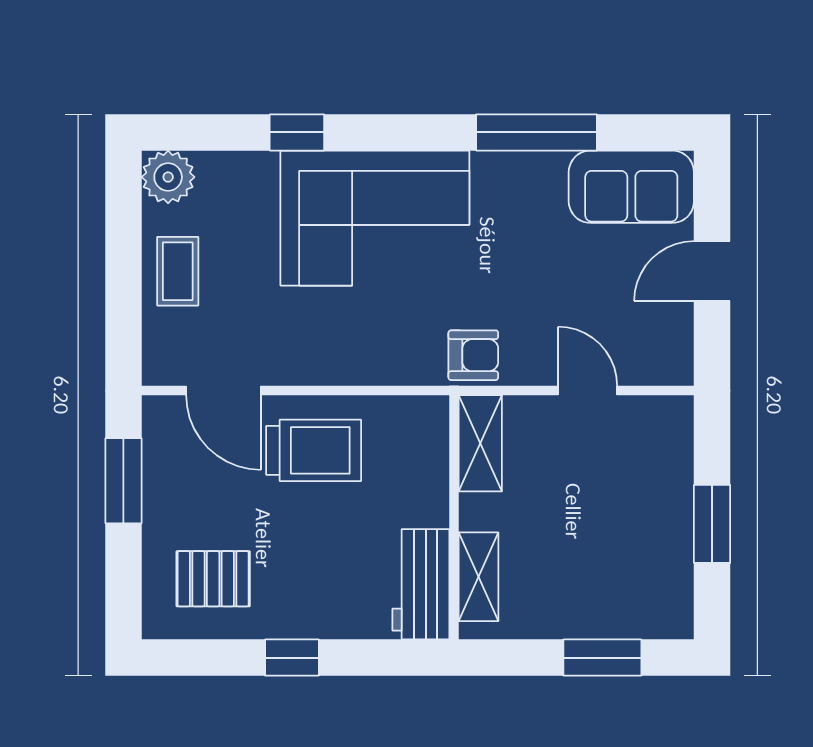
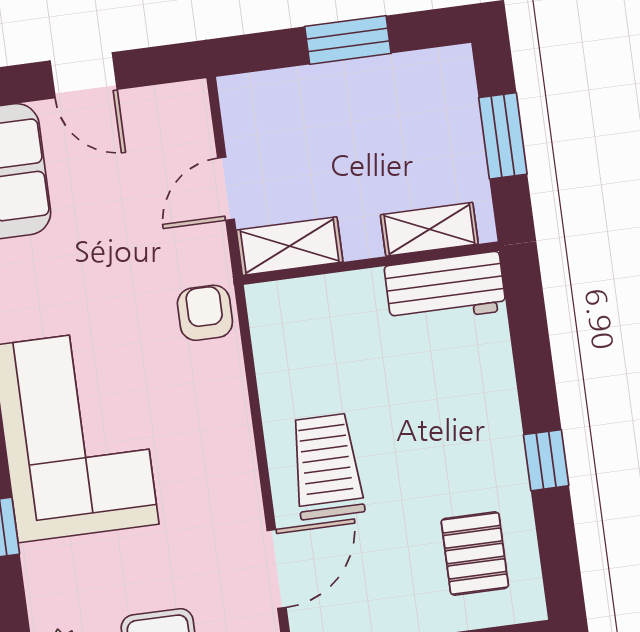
shelving: (480, 443) -> (290, 246), moved
wall: (454, 517) -> (371, 263), moved
shelving: (478, 577) -> (429, 229), moved
workbench: (421, 584) -> (445, 288), moved

